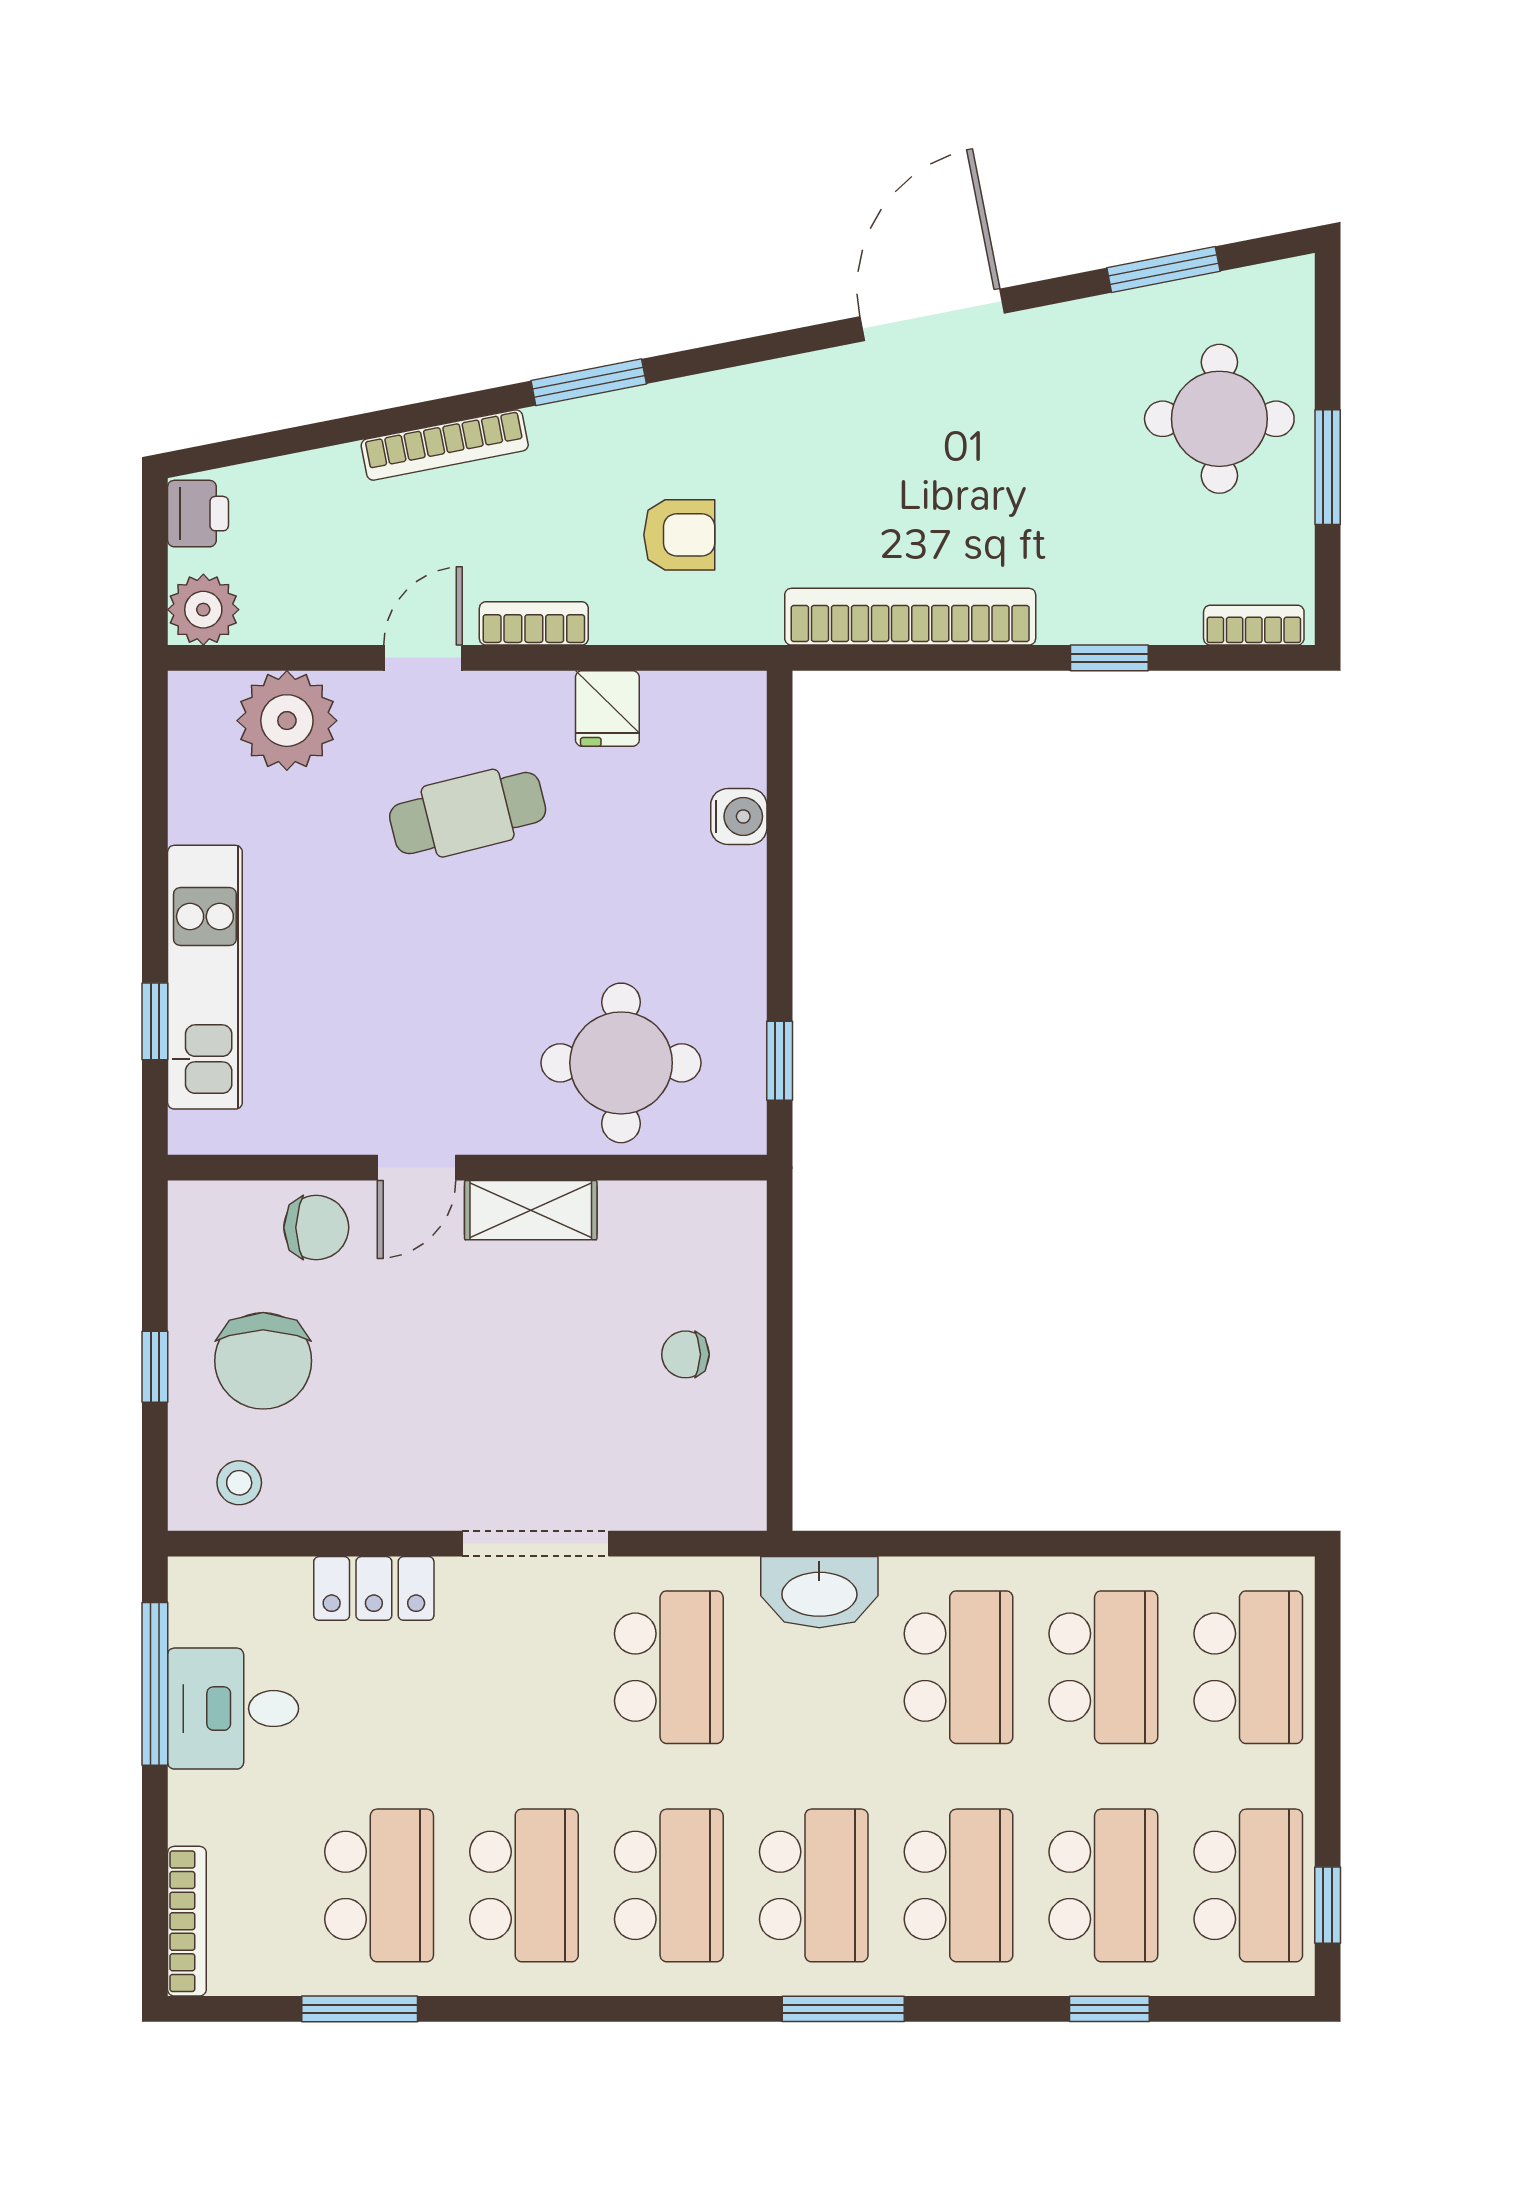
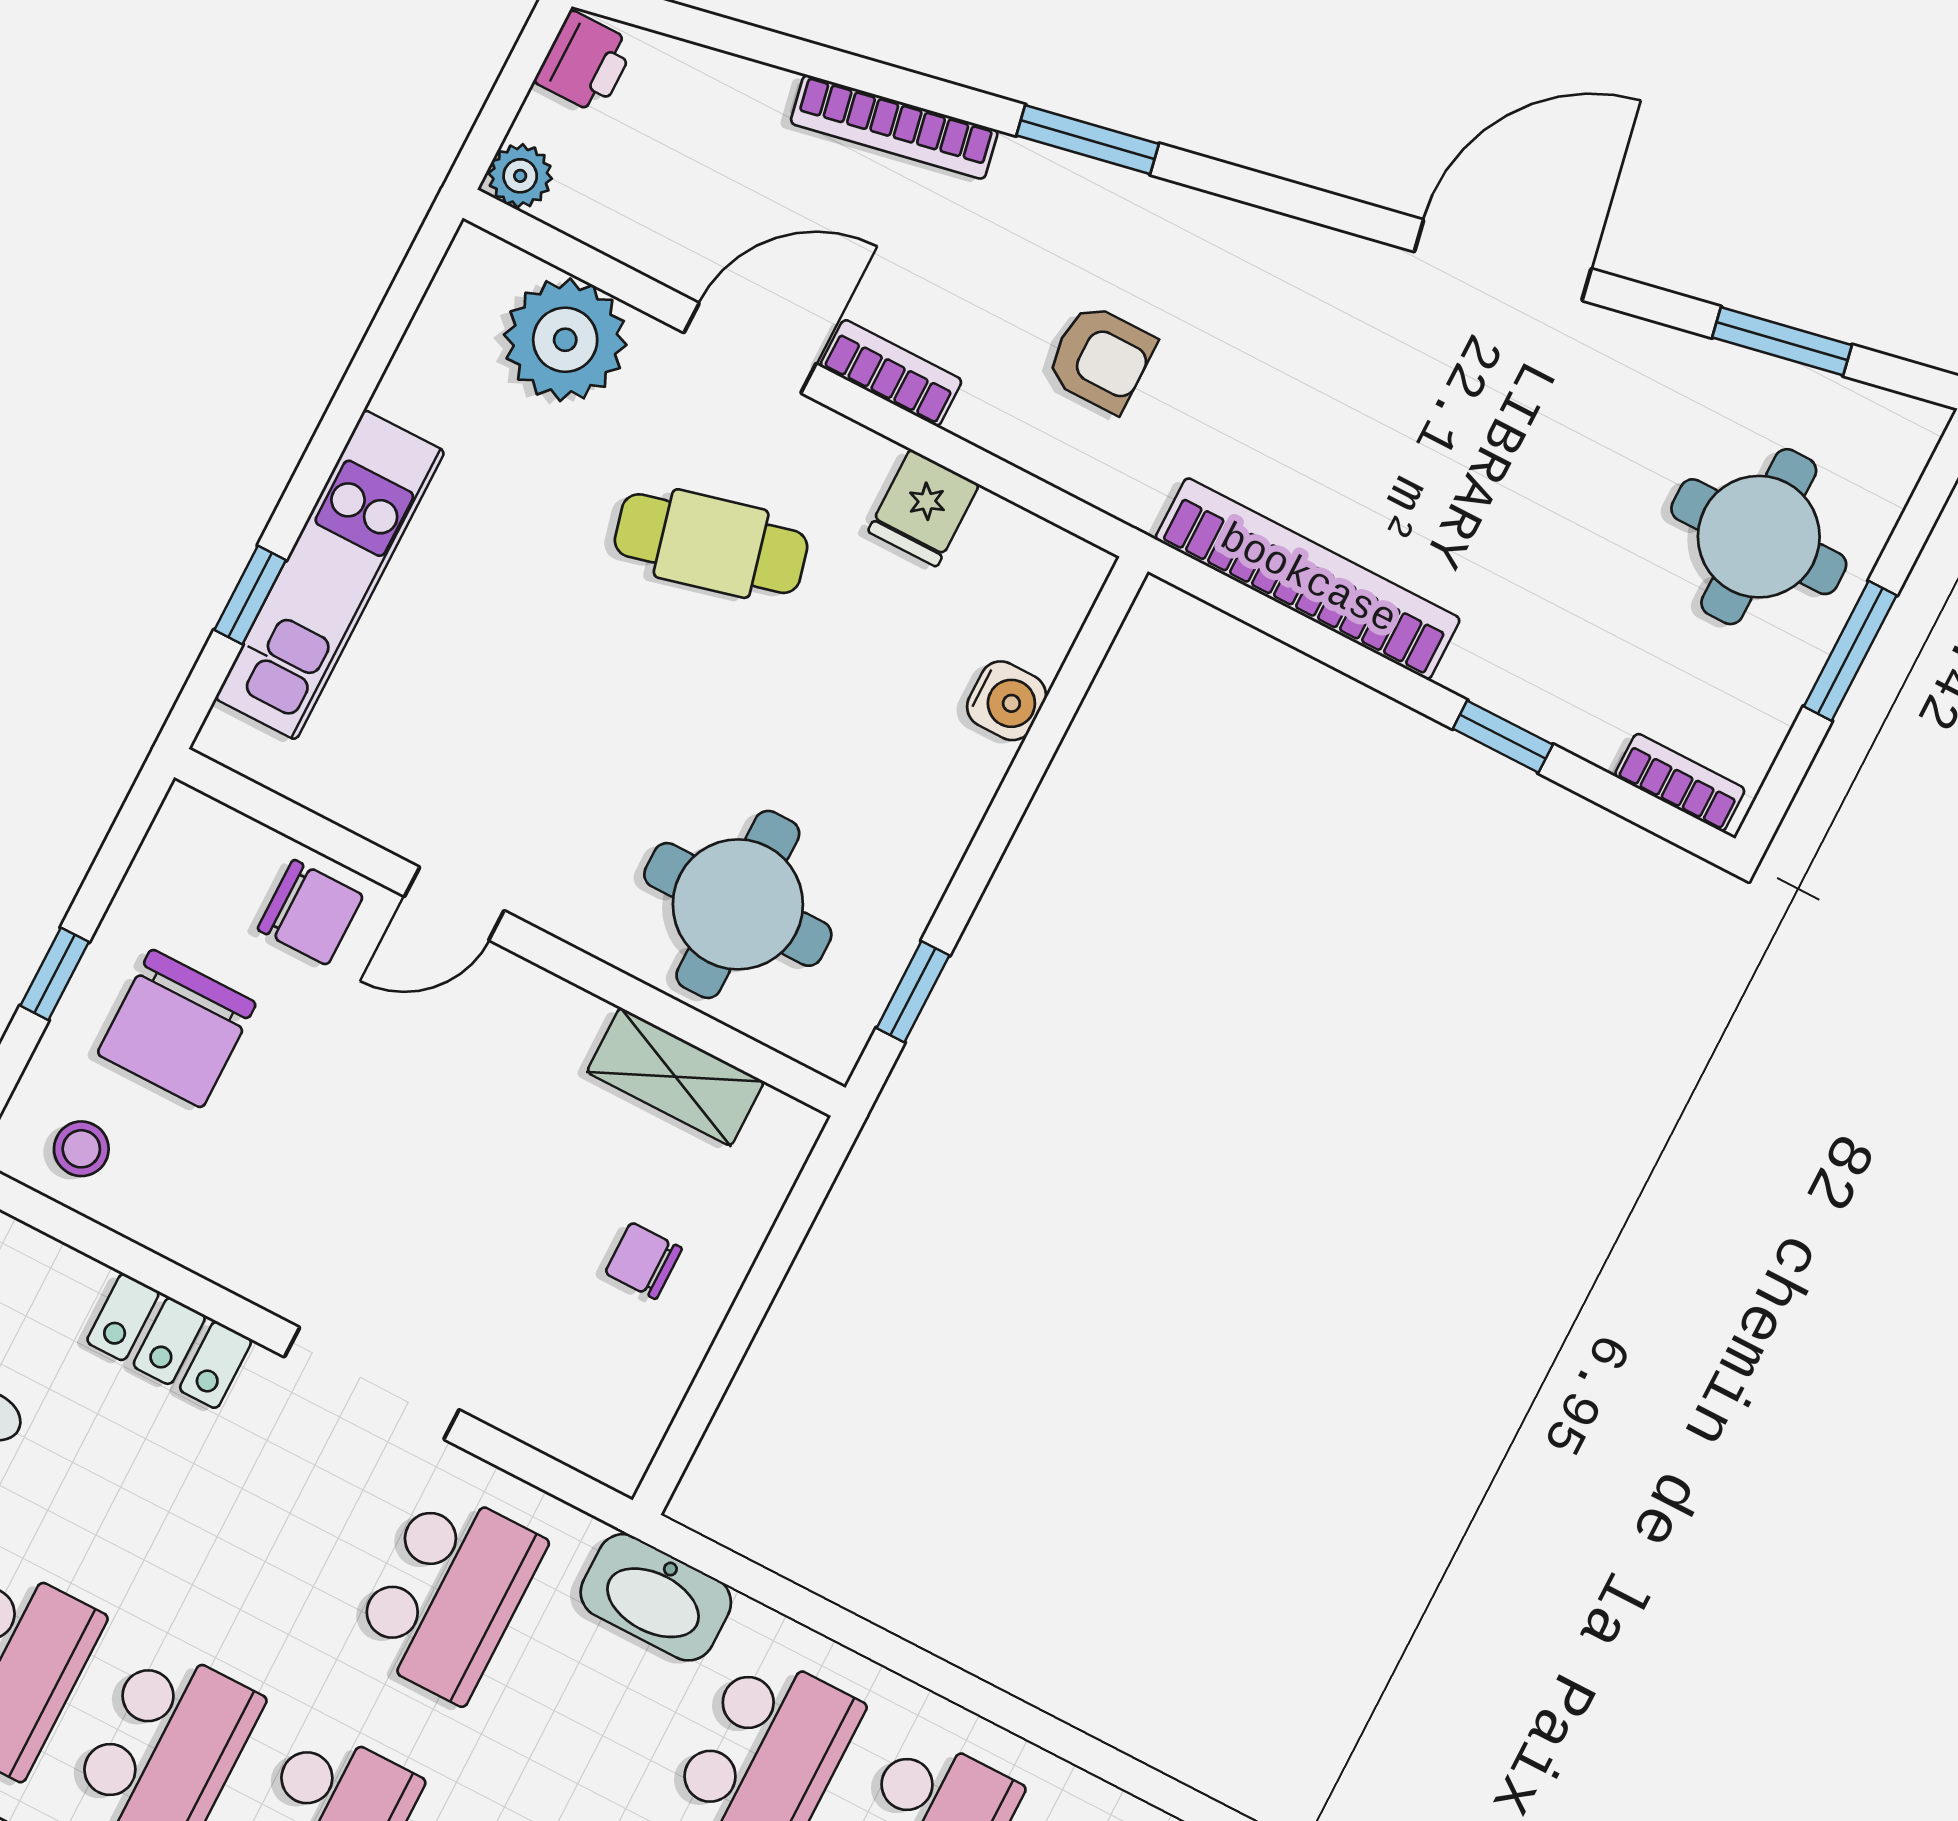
plant: (203, 610) -> (520, 176), width x0.73, depth x0.73
door: (423, 658) -> (750, 348), width x1.38
shelving: (531, 1210) -> (675, 1077), moved

